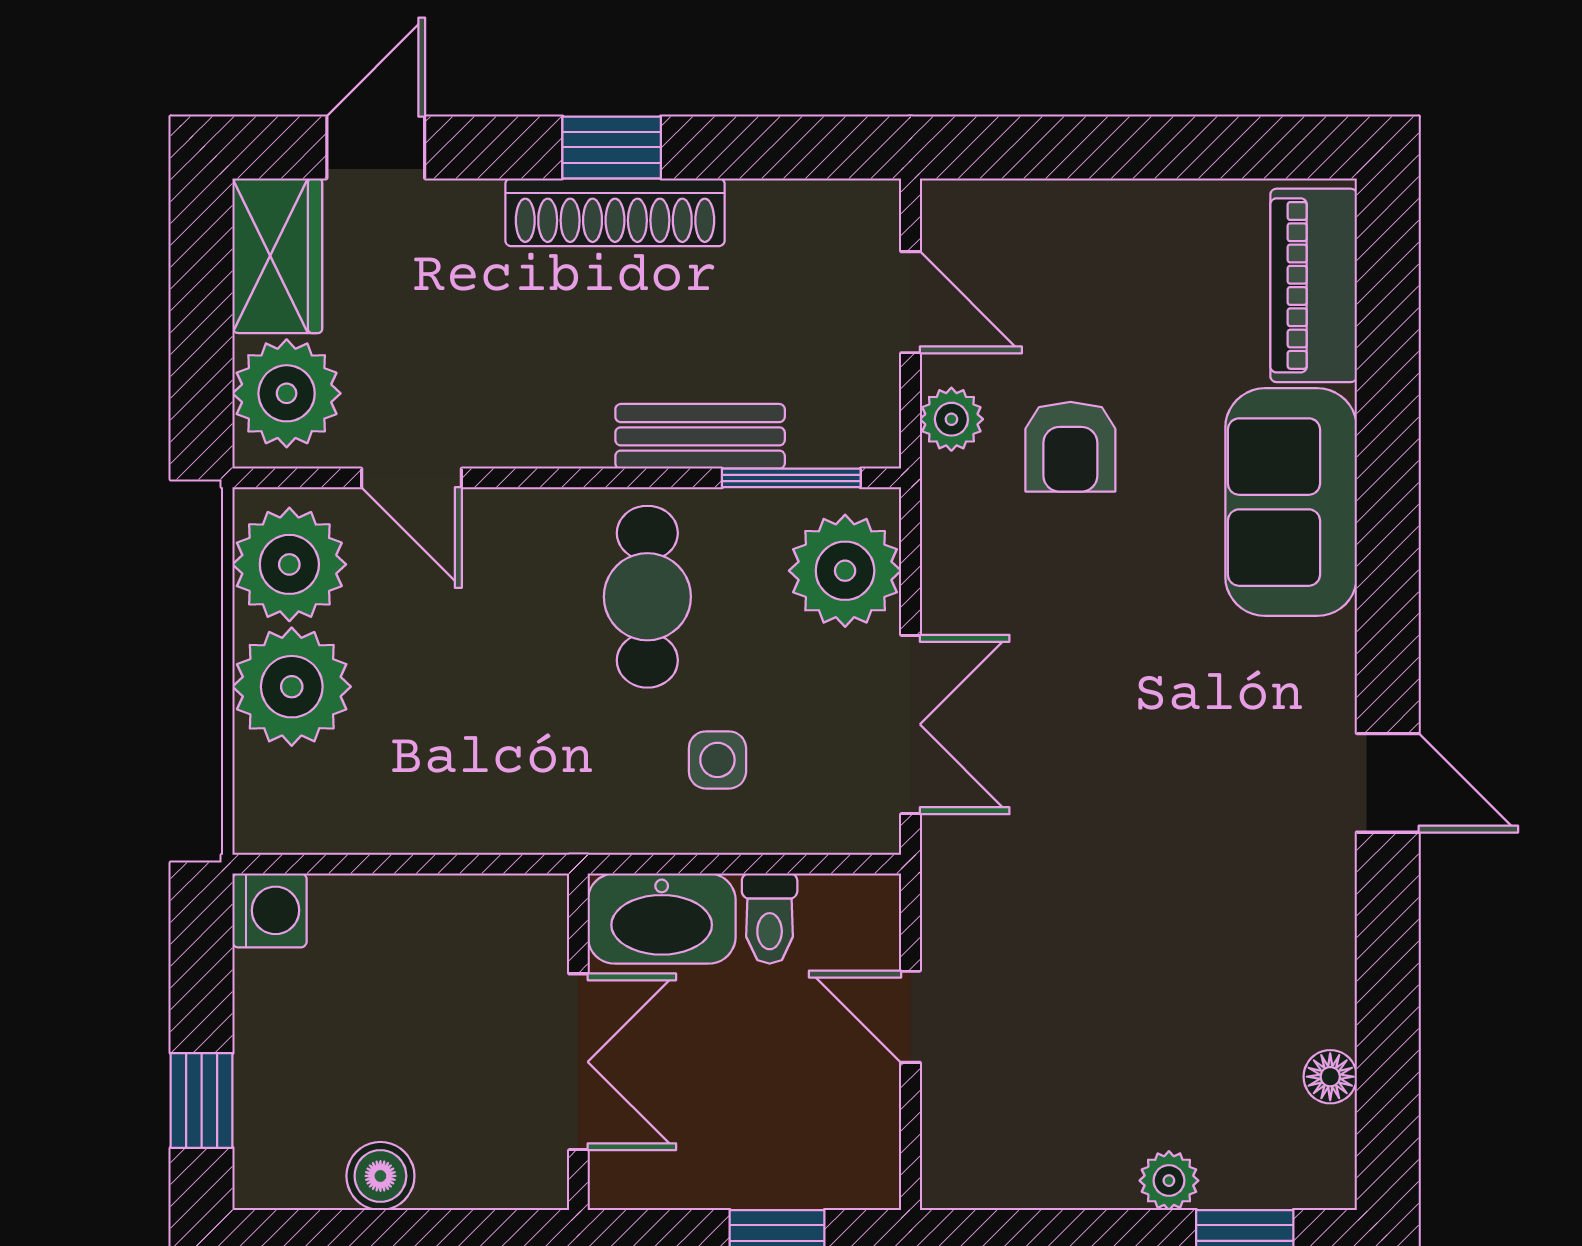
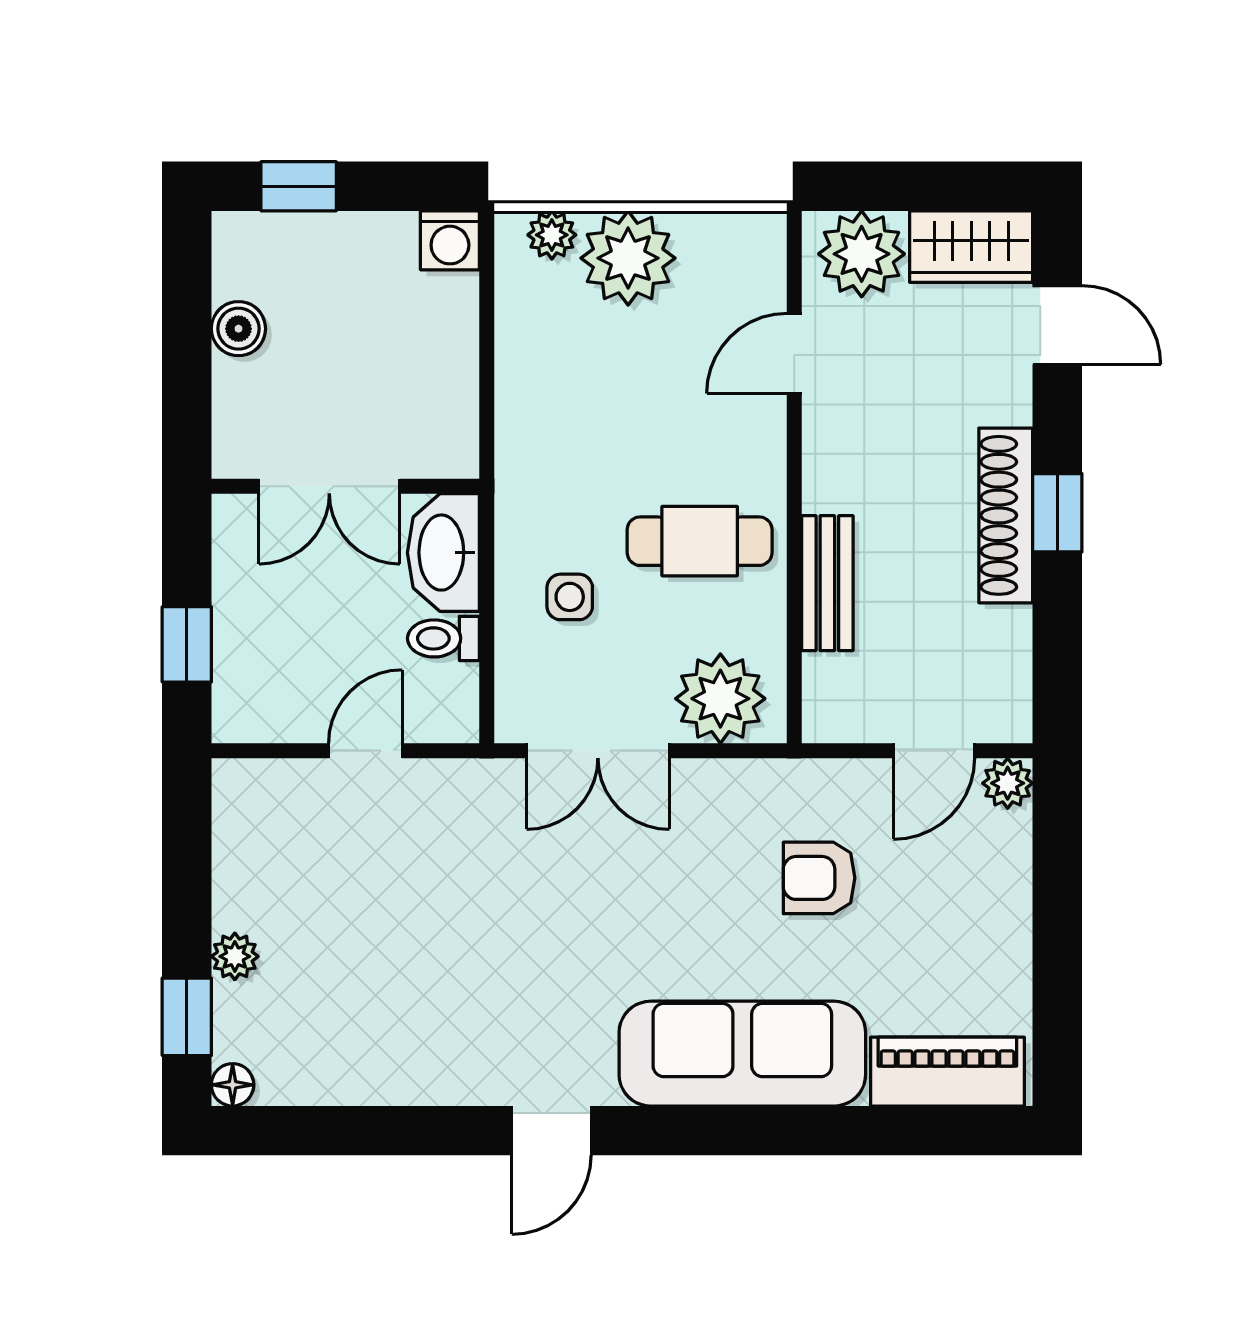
plant: (951, 419) -> (1008, 783), moved
window: (791, 478) -> (794, 656), removed
sofa: (1291, 502) -> (742, 1054), width x1.36
plant: (289, 564) -> (552, 235), moved, width x0.53, depth x0.53
floor lamp: (1330, 1077) -> (233, 1085), moved

